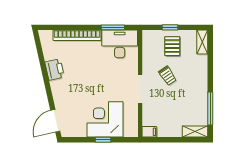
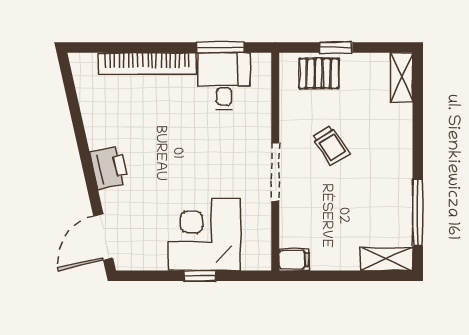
desk: (120, 44) -> (224, 81), width x0.73
pallet: (172, 46) -> (319, 73), moved, turned 90
printer: (55, 70) -> (109, 168), moved

